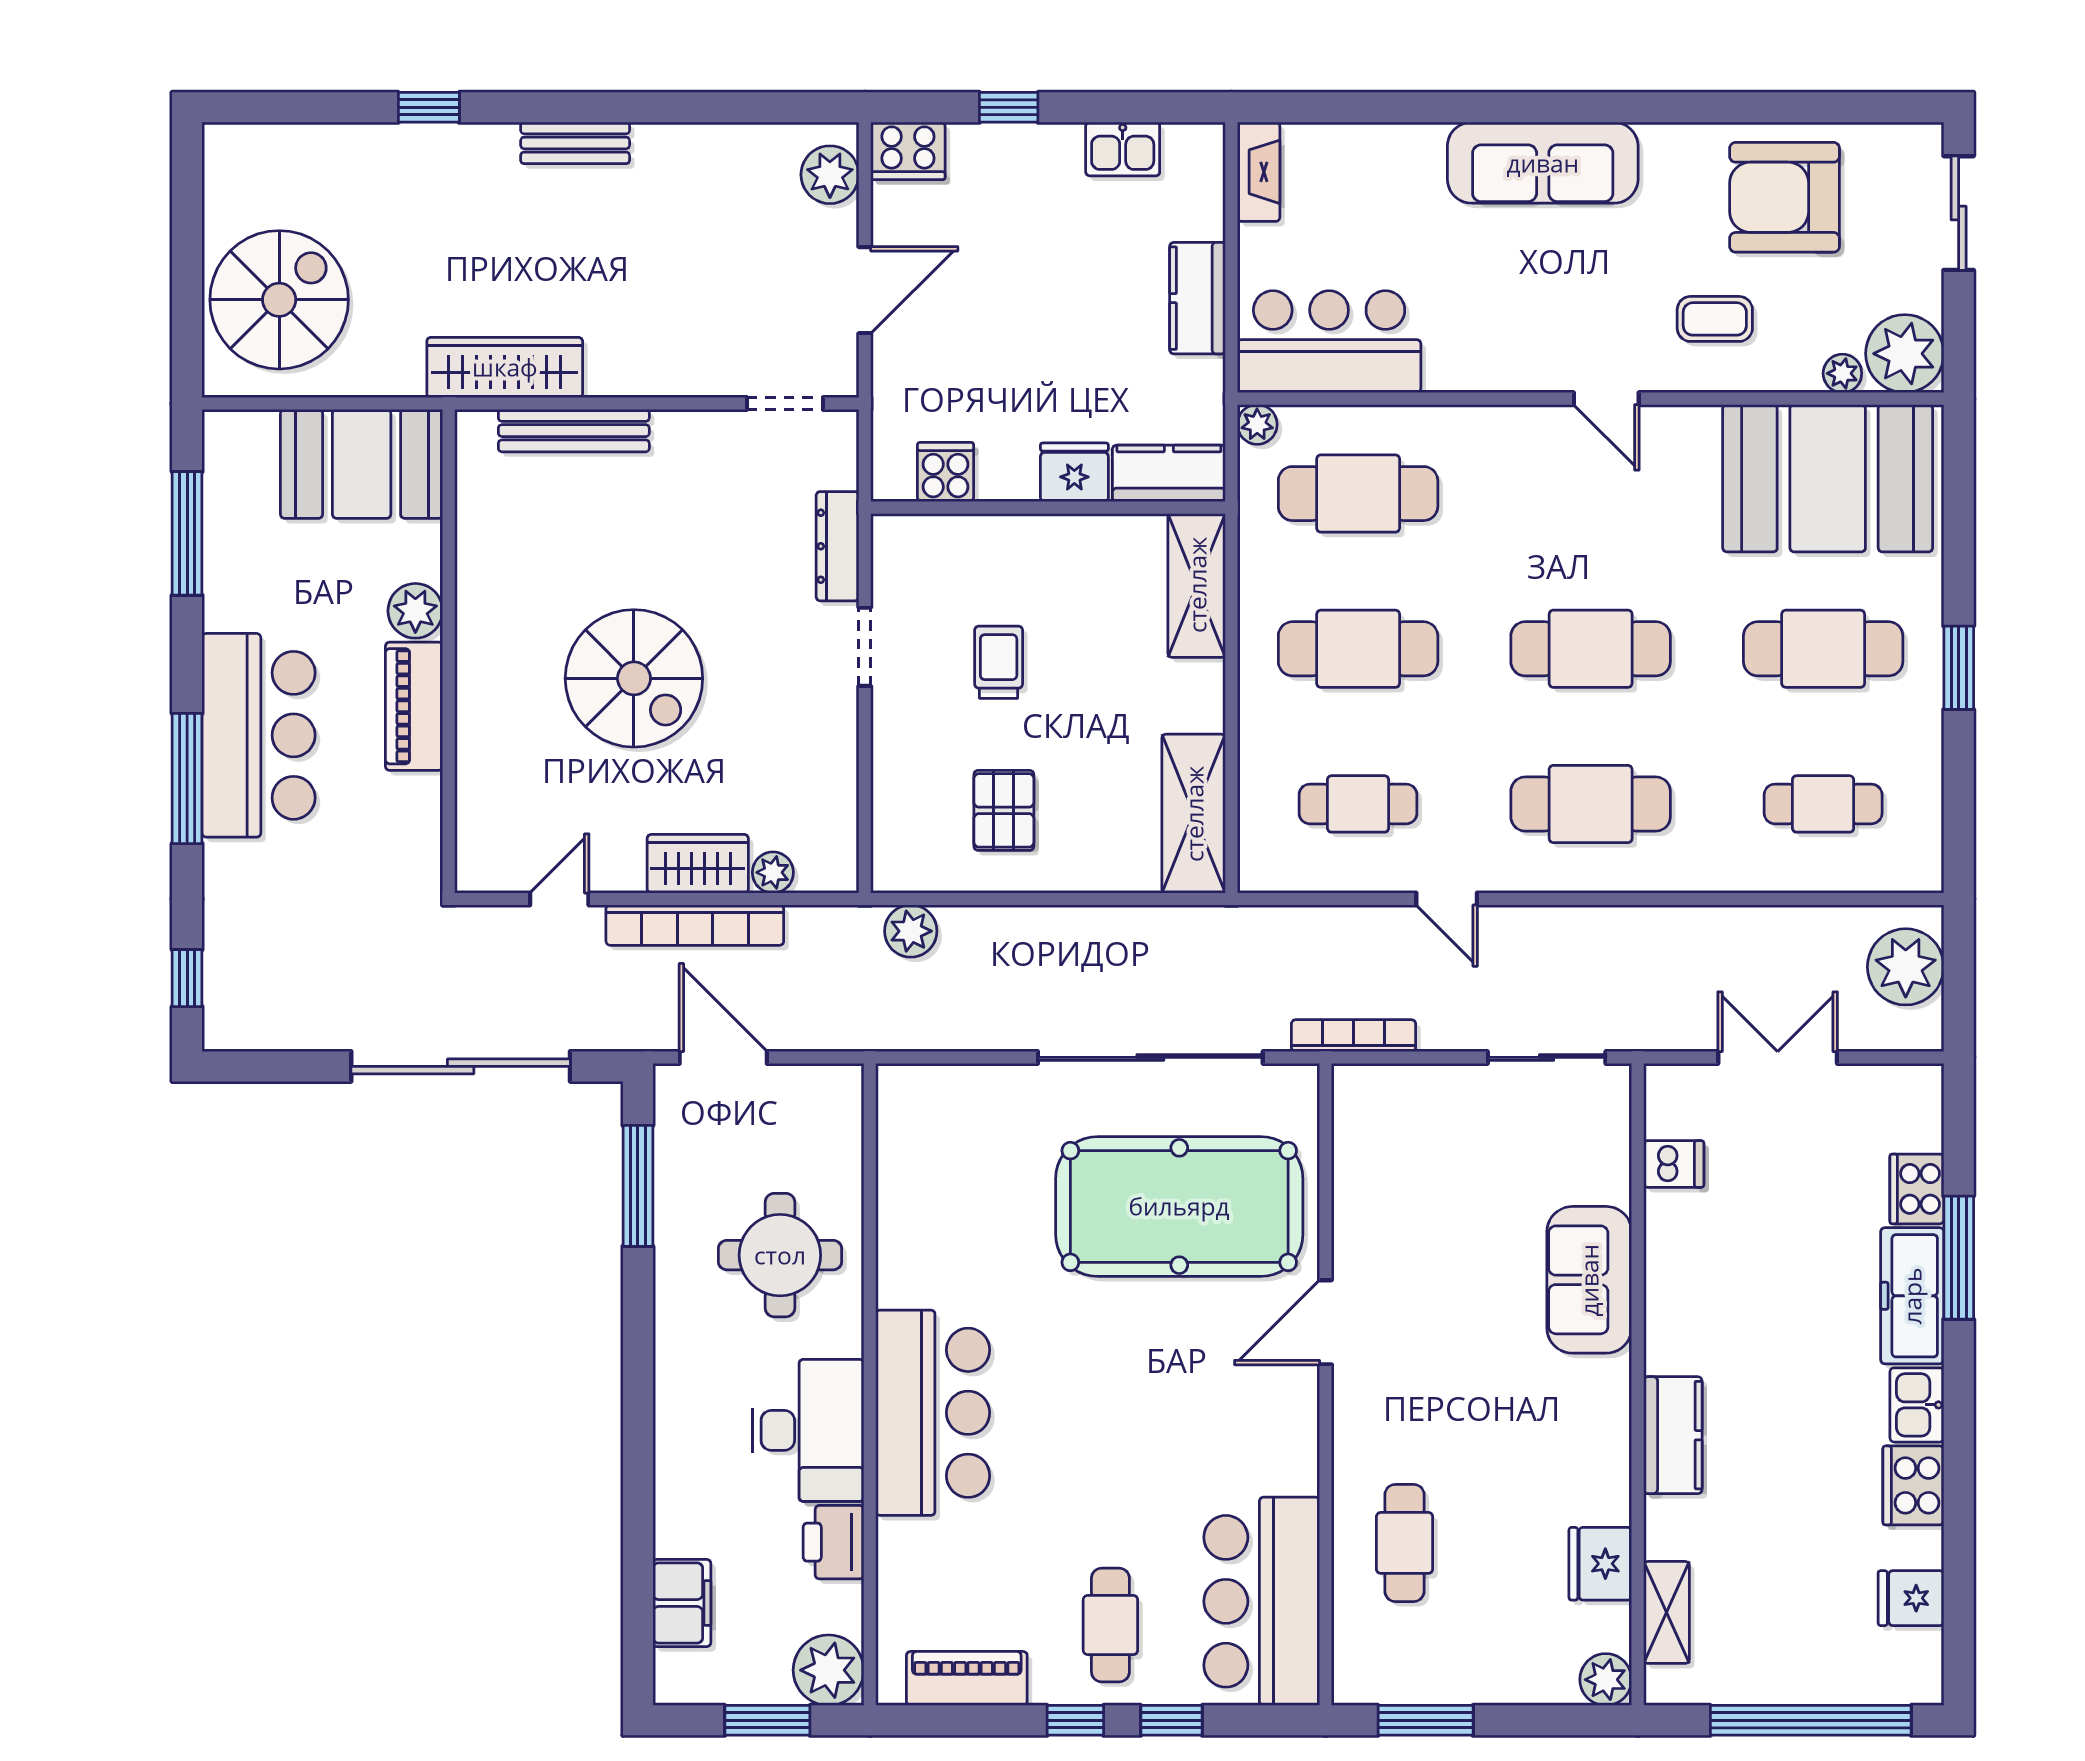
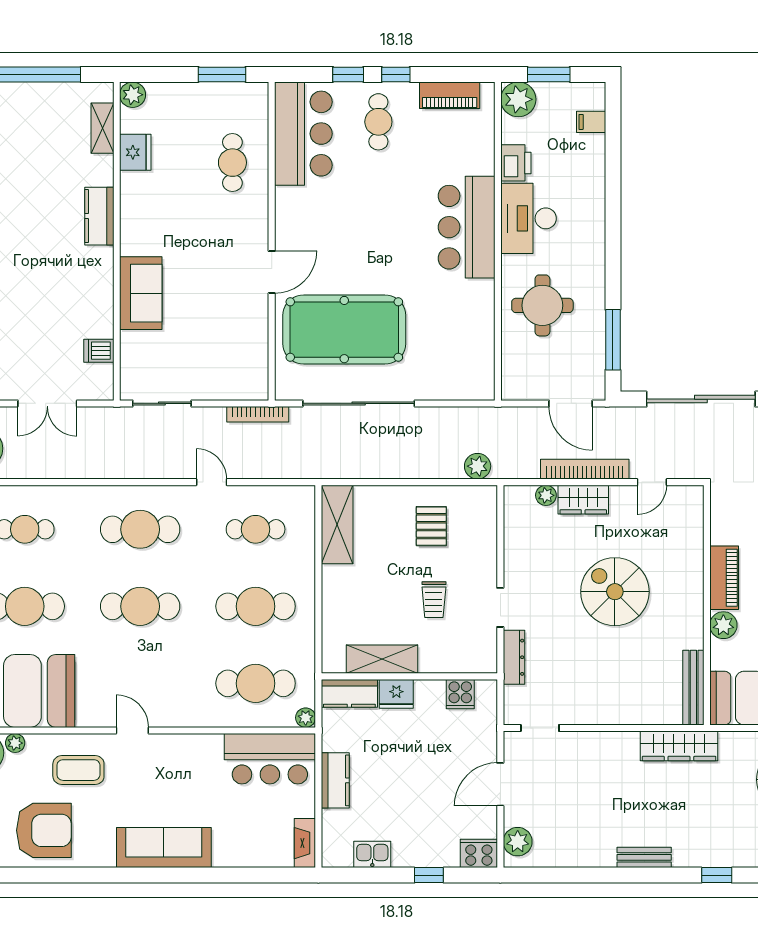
coffee table: (1715, 319) -> (78, 770), width x1.36, depth x1.30
bench: (574, 431) -> (693, 688), moved, turned 90
shelving: (1197, 585) -> (382, 659), moved, turned 90
filing cabinet: (682, 1603) -> (591, 122), width x0.50

